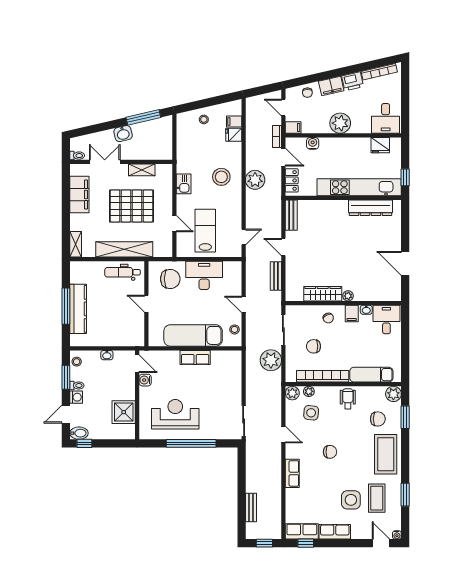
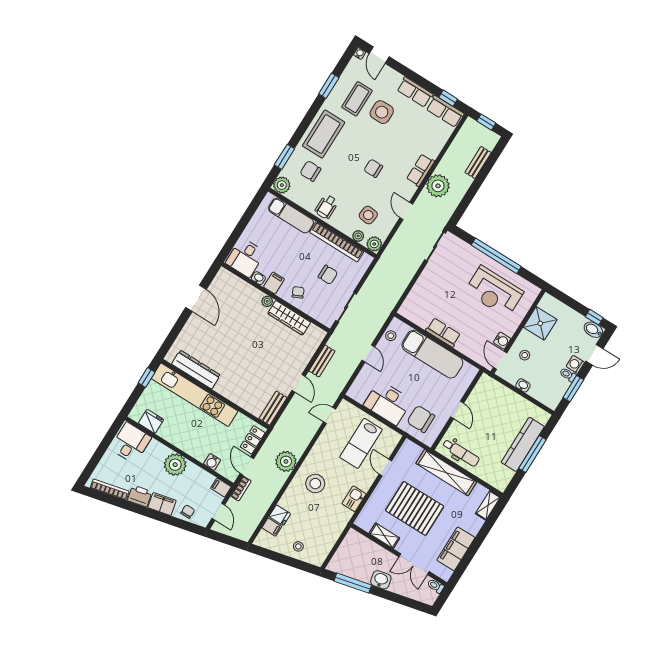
plant: (271, 360) -> (438, 186), moved
stool: (77, 362) -> (525, 355), moved

